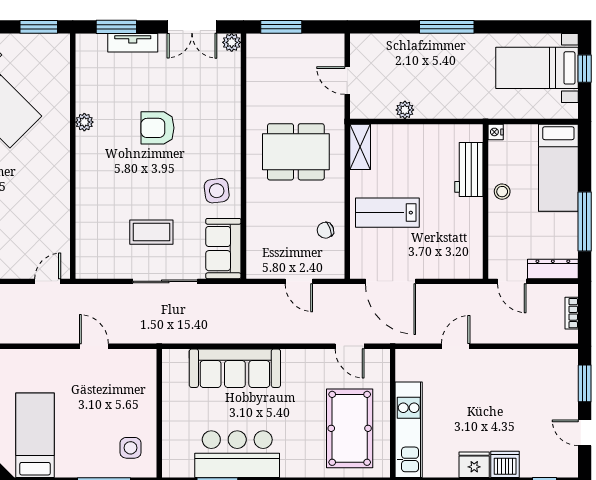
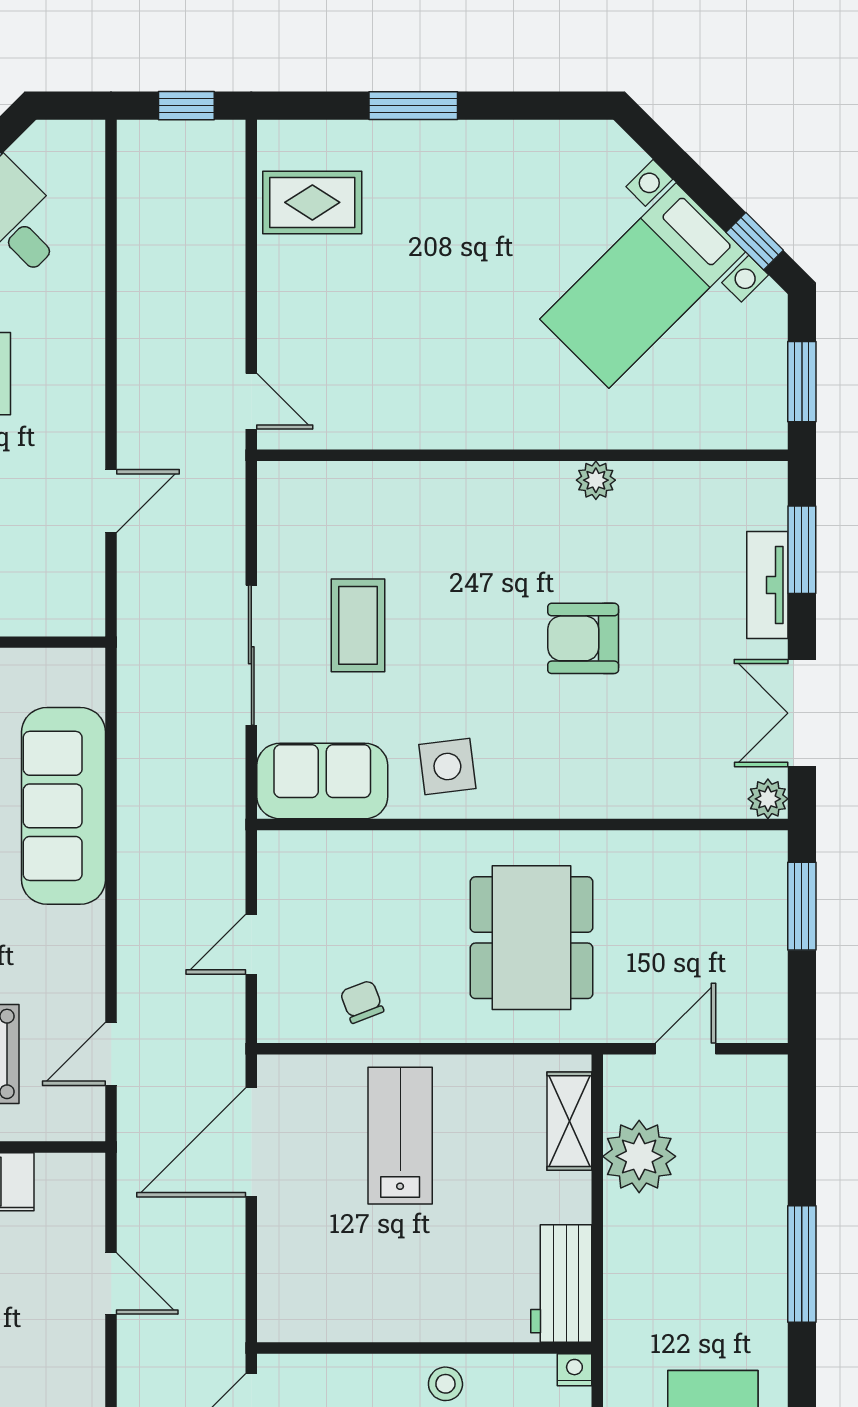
plant: (405, 110) -> (639, 1156), width x1.87, depth x1.87
armchair: (157, 128) -> (583, 638), turned -90
shelving: (360, 147) -> (569, 1121), moved, turned 90
workbench: (469, 169) -> (561, 1283), moved, turned -90

